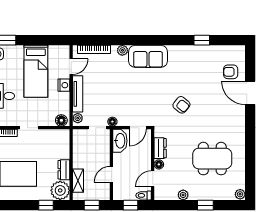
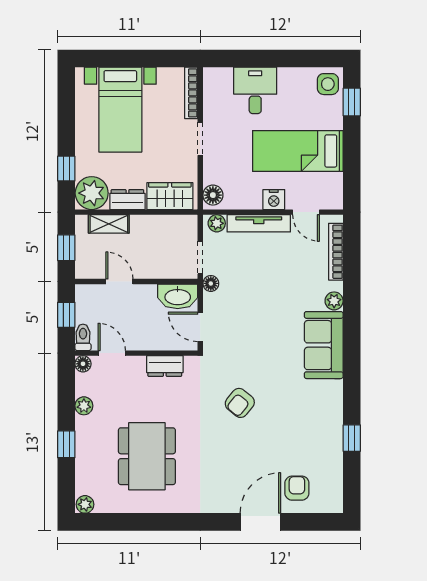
wardrobe: (62, 145) -> (170, 196), added
floor lamp: (159, 164) -> (83, 364), moved

